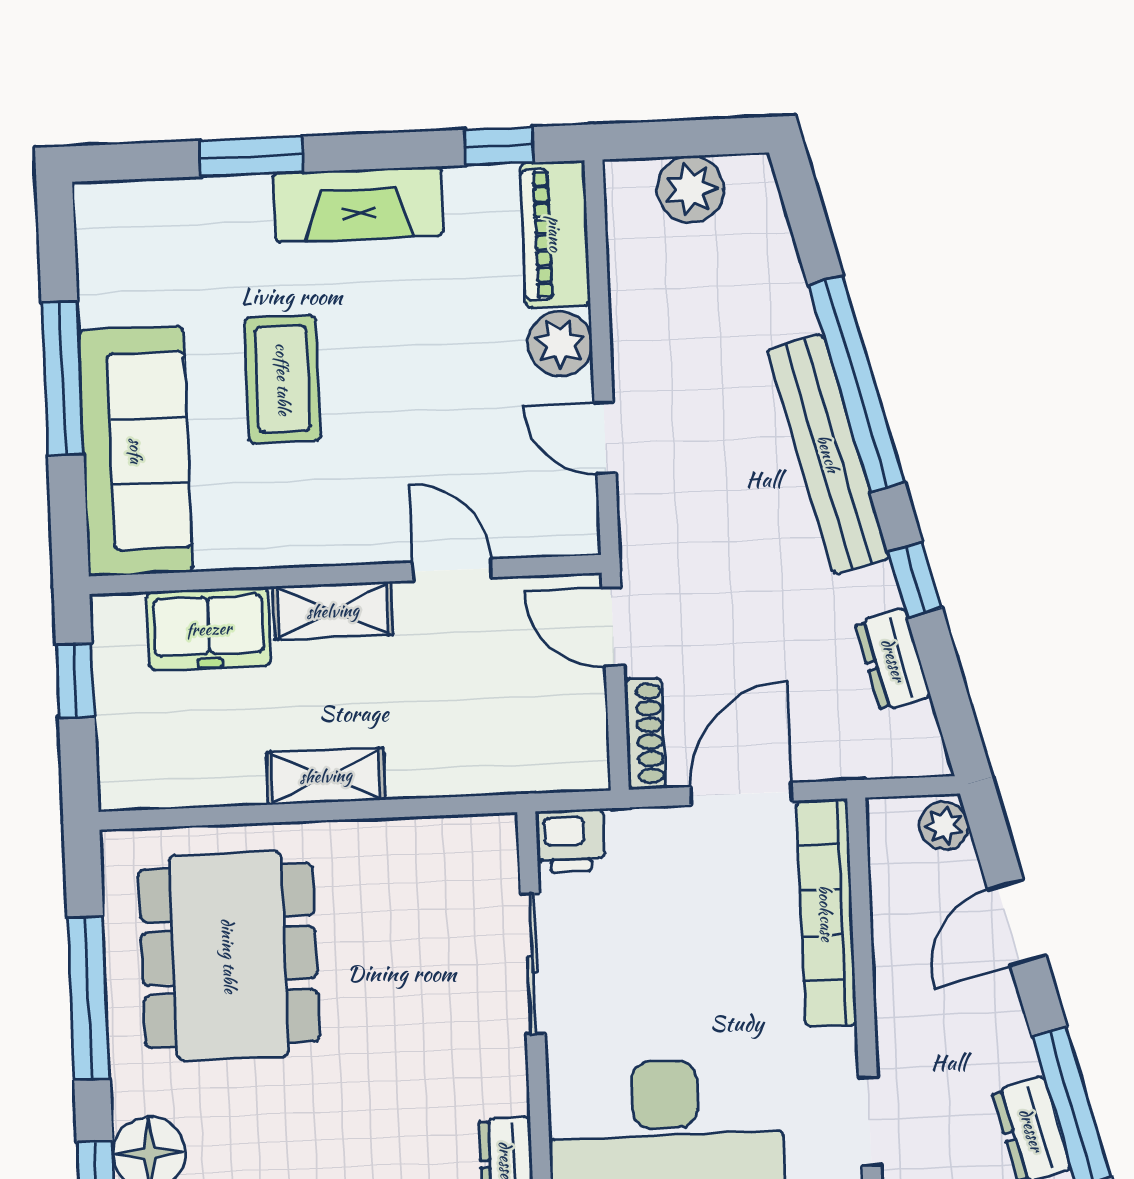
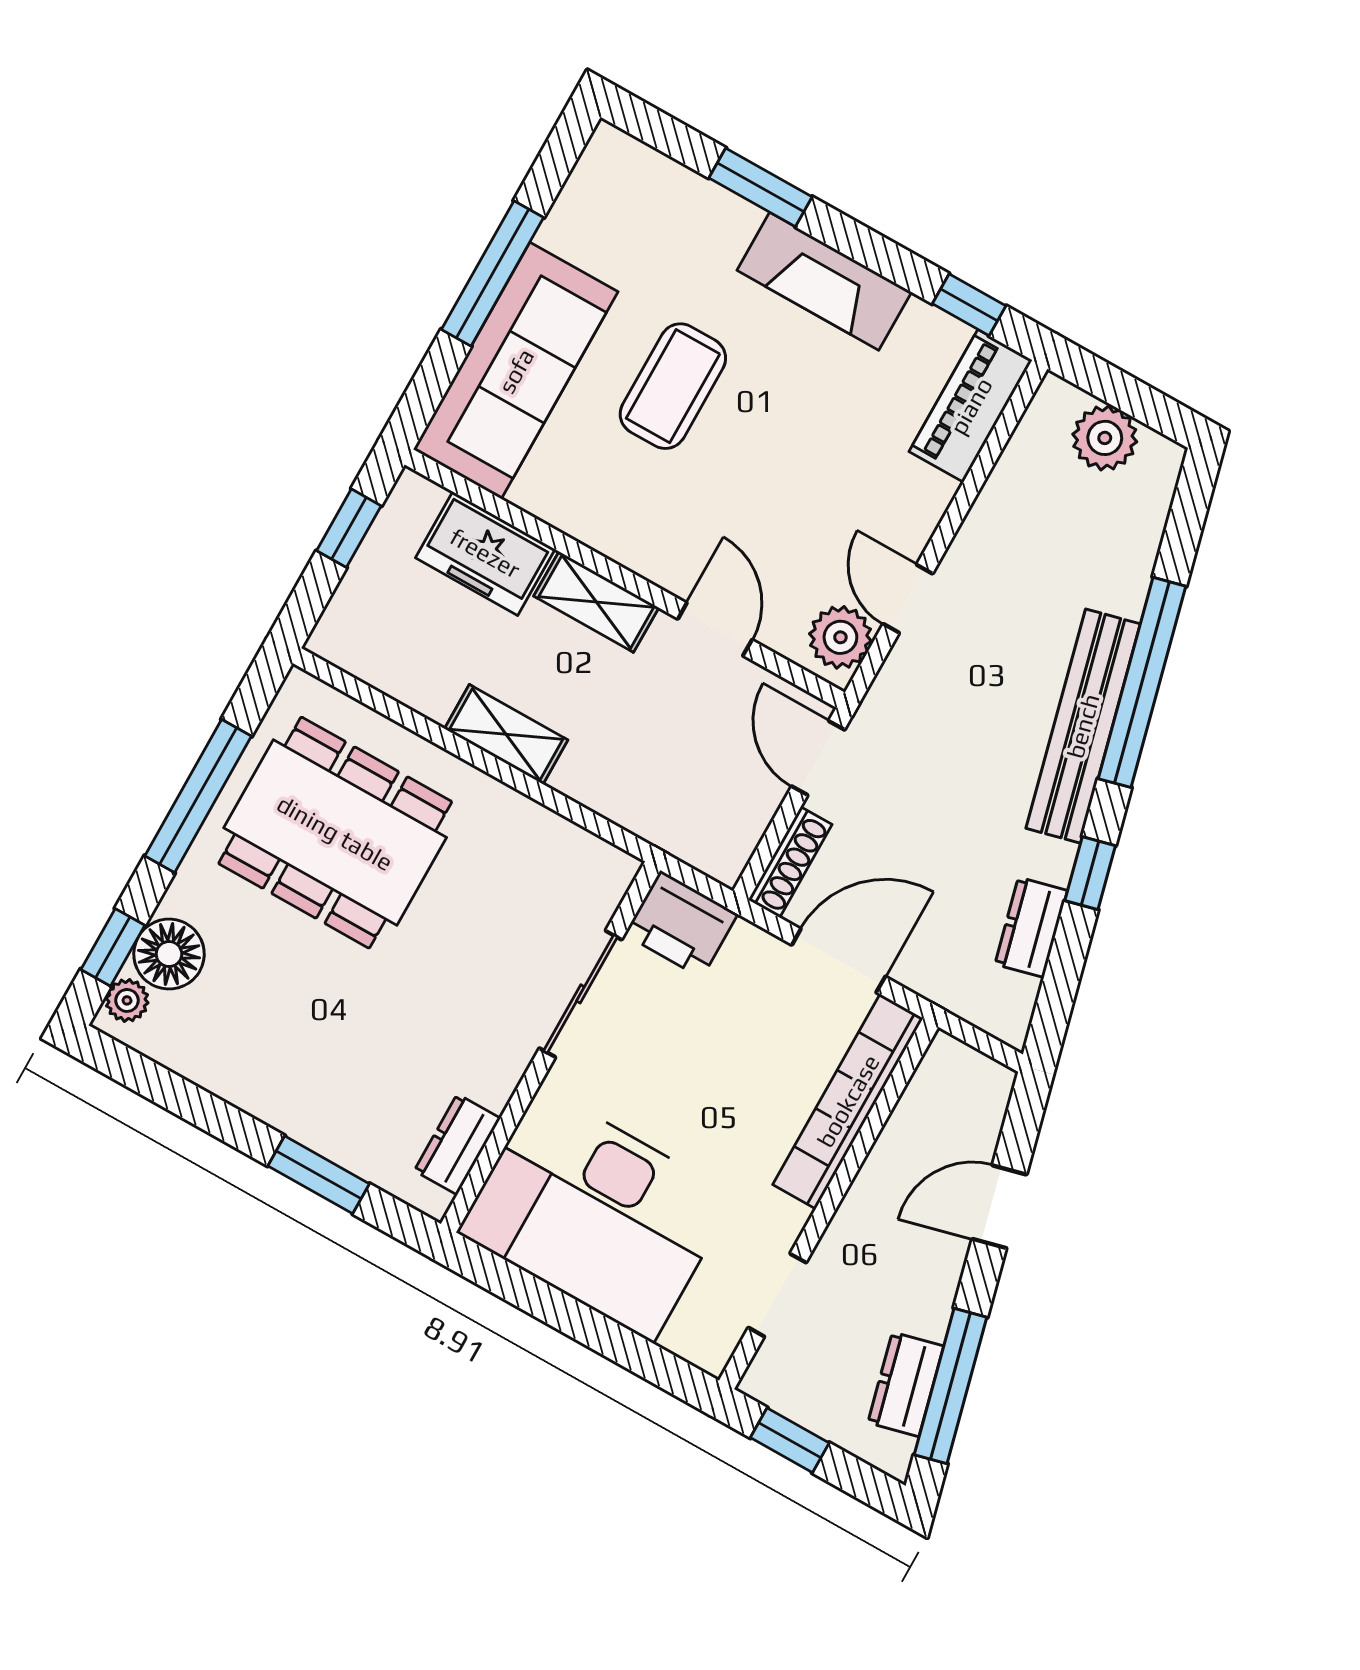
plant: (560, 344) -> (840, 637), moved
plant: (944, 826) -> (989, 1090), removed
printer: (570, 841) -> (681, 924), width x1.36, depth x1.24
dining table: (229, 956) -> (335, 833), turned 90

